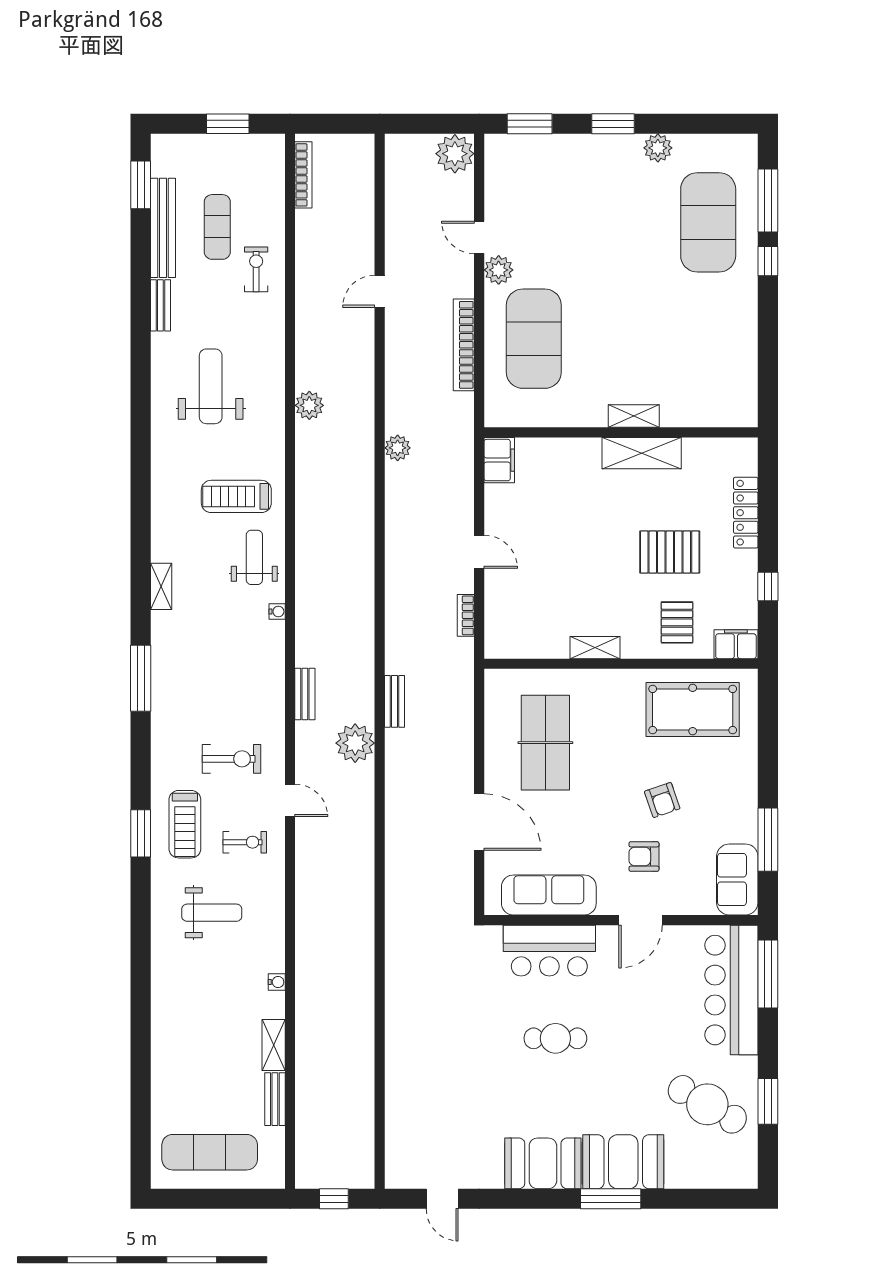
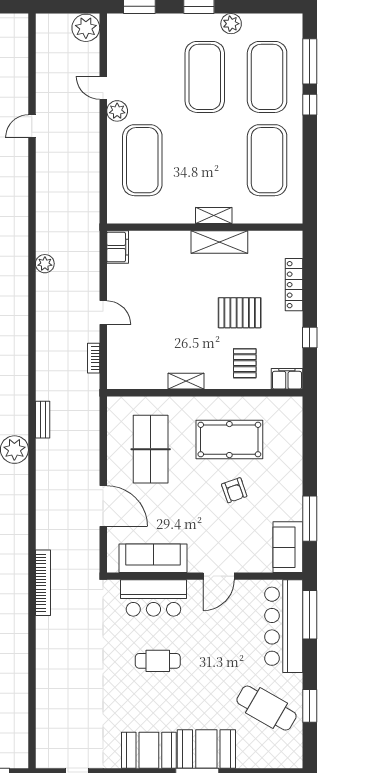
exercise mat: (621, 222) -> (205, 77), added
exercise mat: (708, 339) -> (267, 160), added
bookcase: (464, 345) -> (43, 583), moved, turned 180
plant: (398, 448) -> (45, 264), moved
pool table: (693, 710) -> (229, 440), moved
armchair: (644, 857) -> (221, 531), removed

